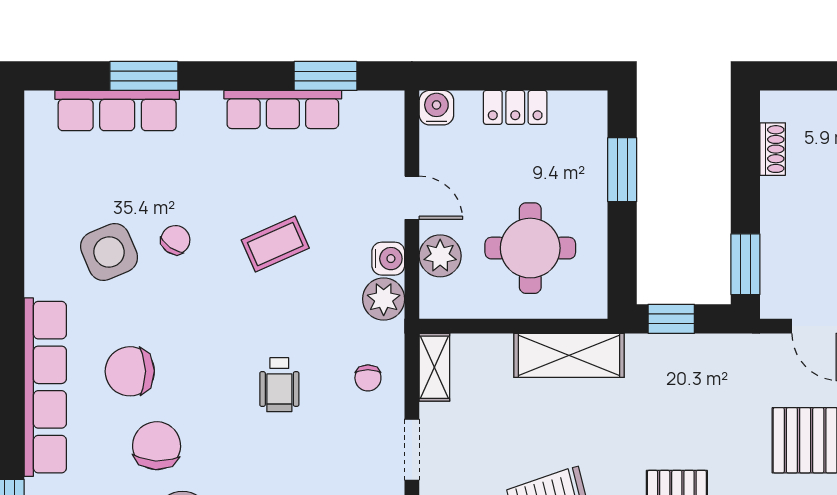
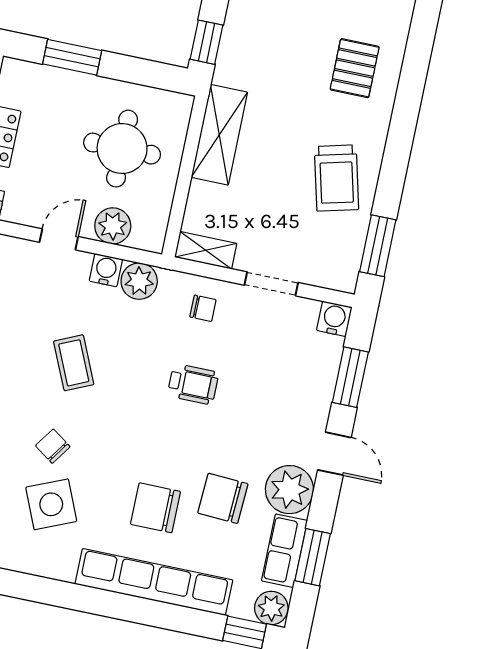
chair: (130, 371) -> (155, 508), turned 91

